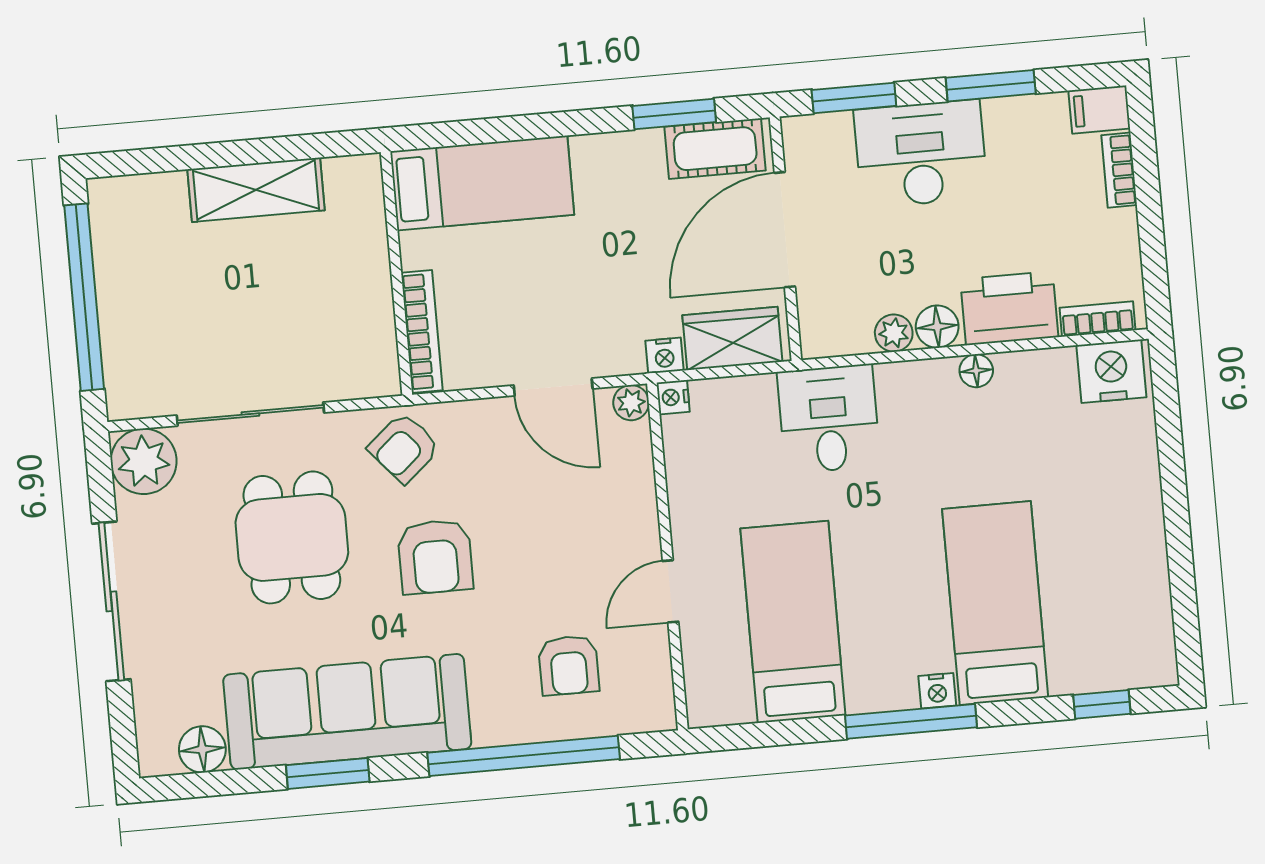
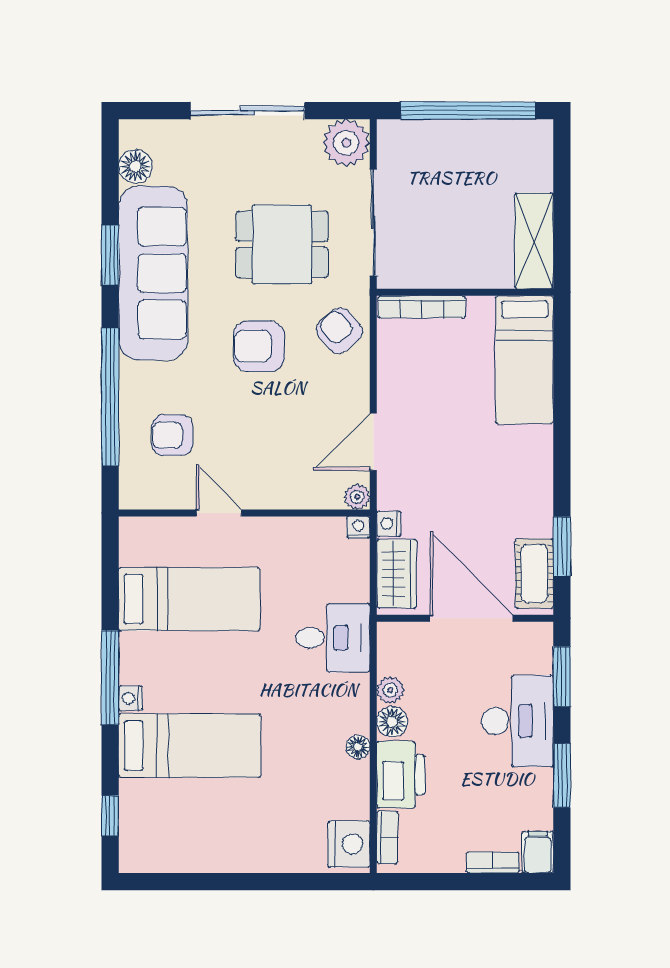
bed: (482, 183) -> (524, 360), moved
wall: (396, 273) -> (465, 292), moved
bookcase: (422, 331) -> (422, 307), moved

